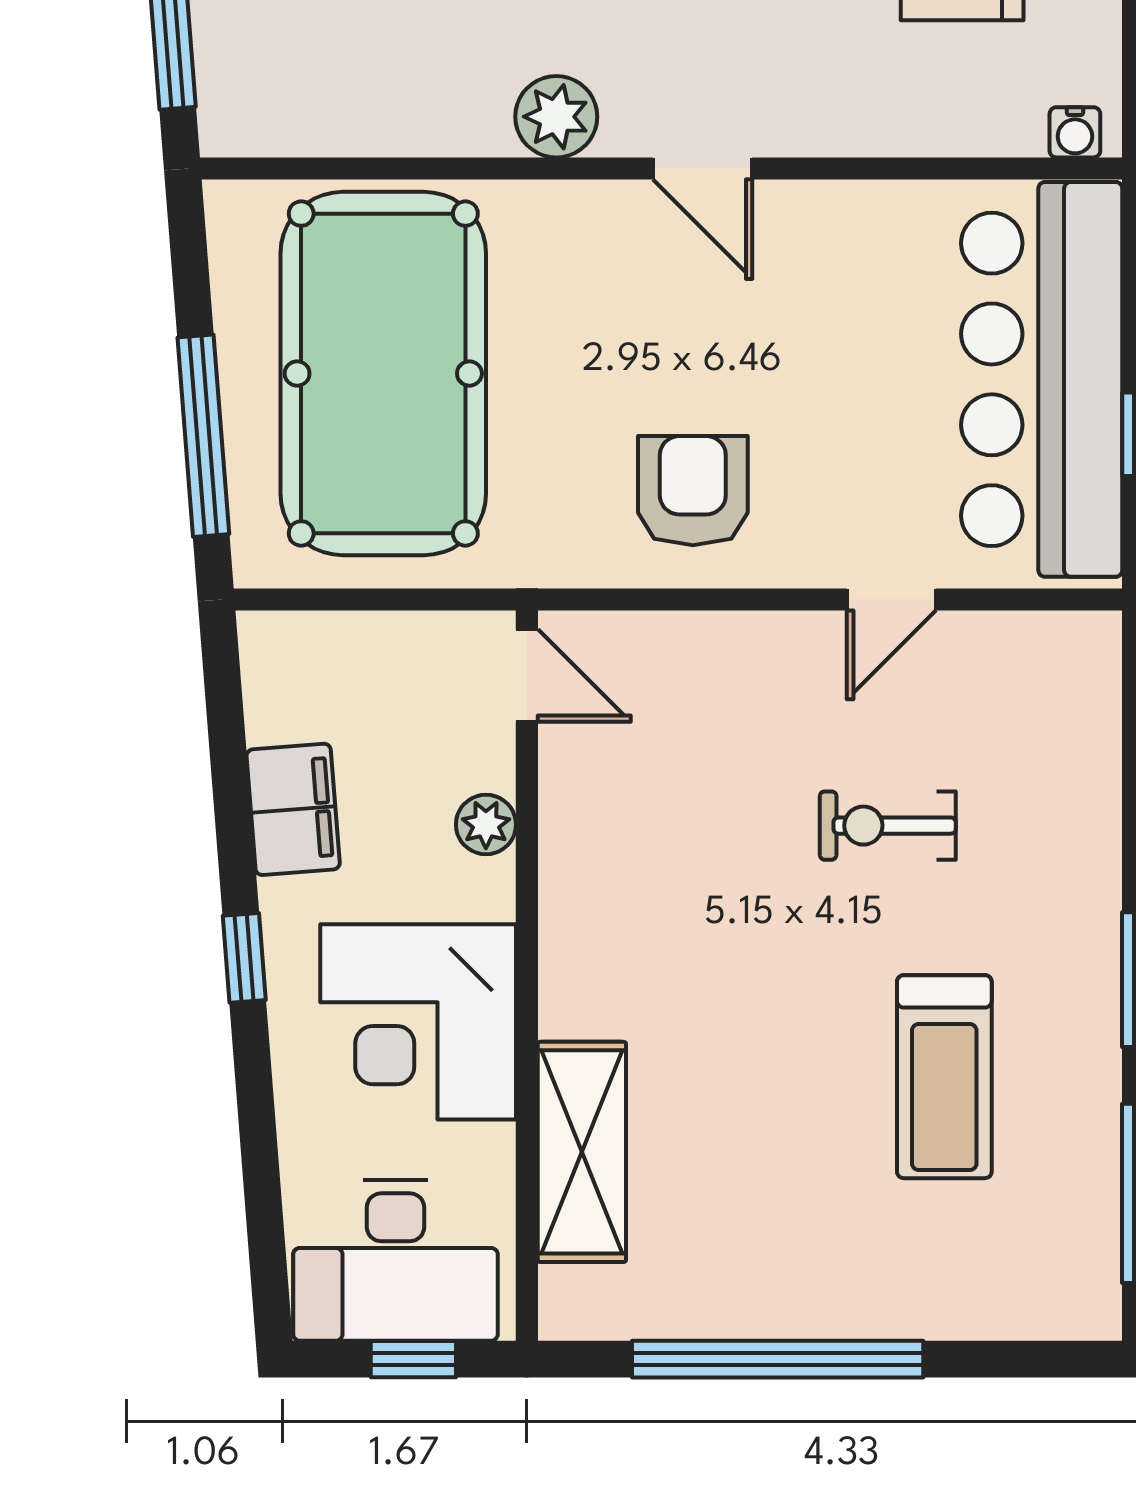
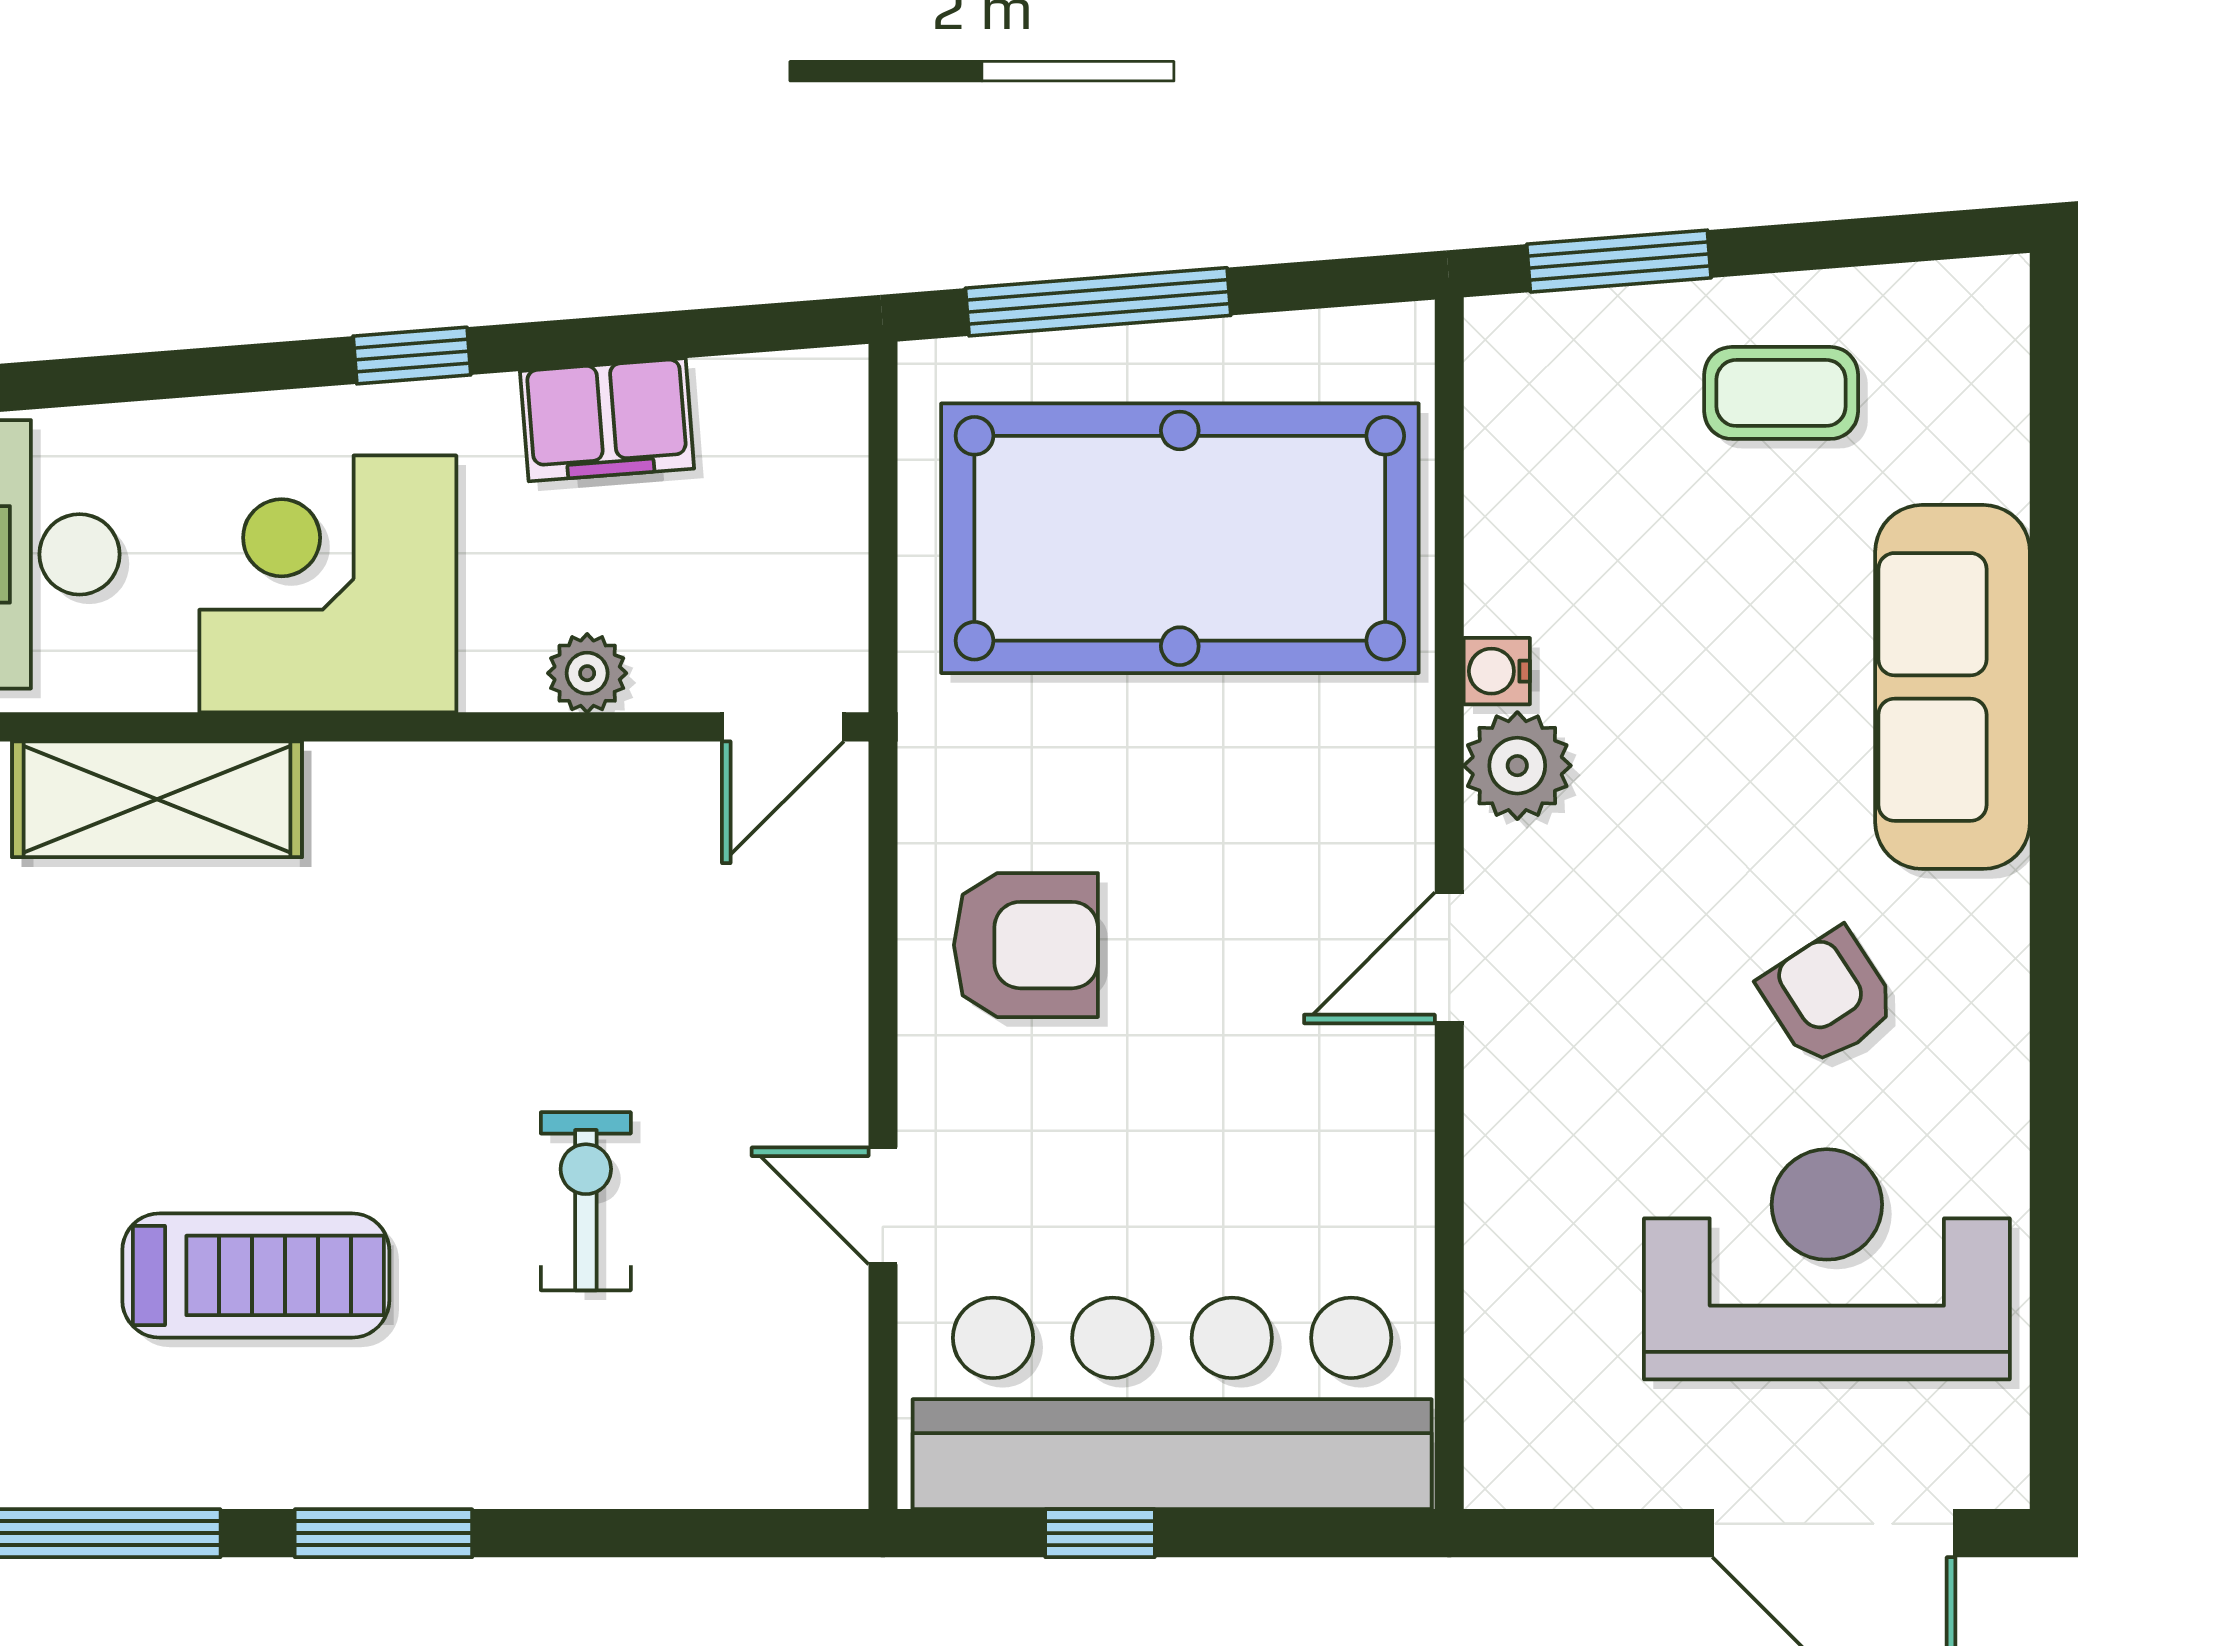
water cooler: (1075, 132) -> (1497, 671), moved
treadmill: (944, 1077) -> (256, 1275), turned 180

